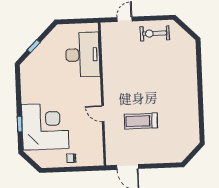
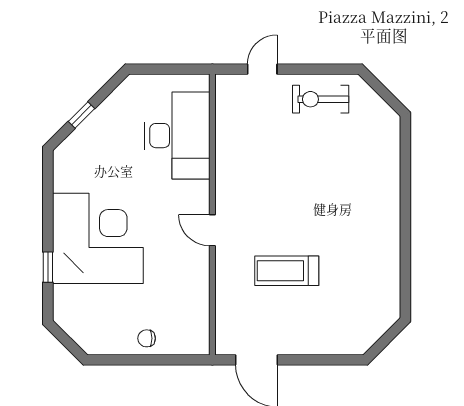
door: (103, 114) -> (212, 230), moved
corner desk: (45, 127) -> (98, 238), moved

